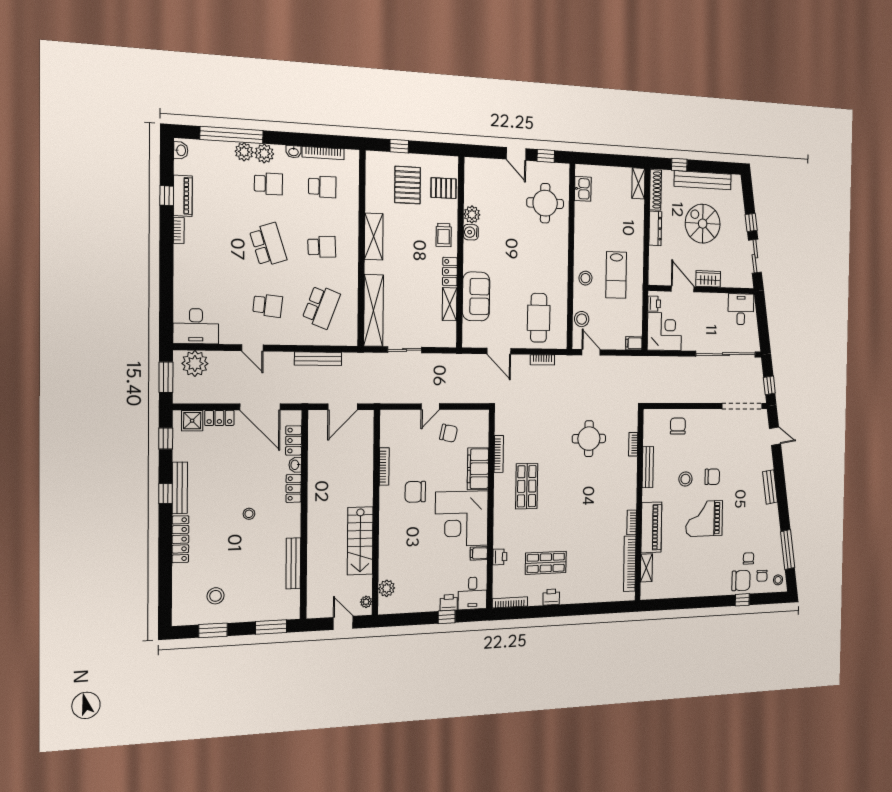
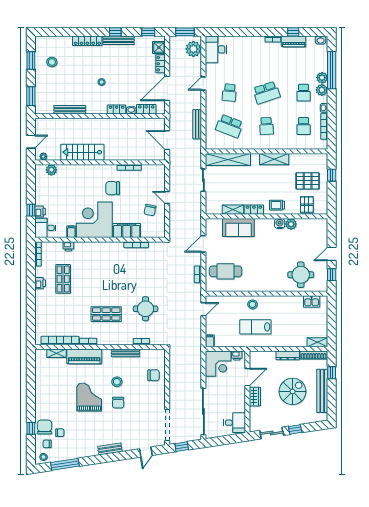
stool: (582, 319) -> (225, 302), removed
shop shelf: (527, 486) -> (106, 314), moved
chair: (415, 492) -> (113, 188), turned -90
chair: (741, 581) -> (44, 427), turned 180

